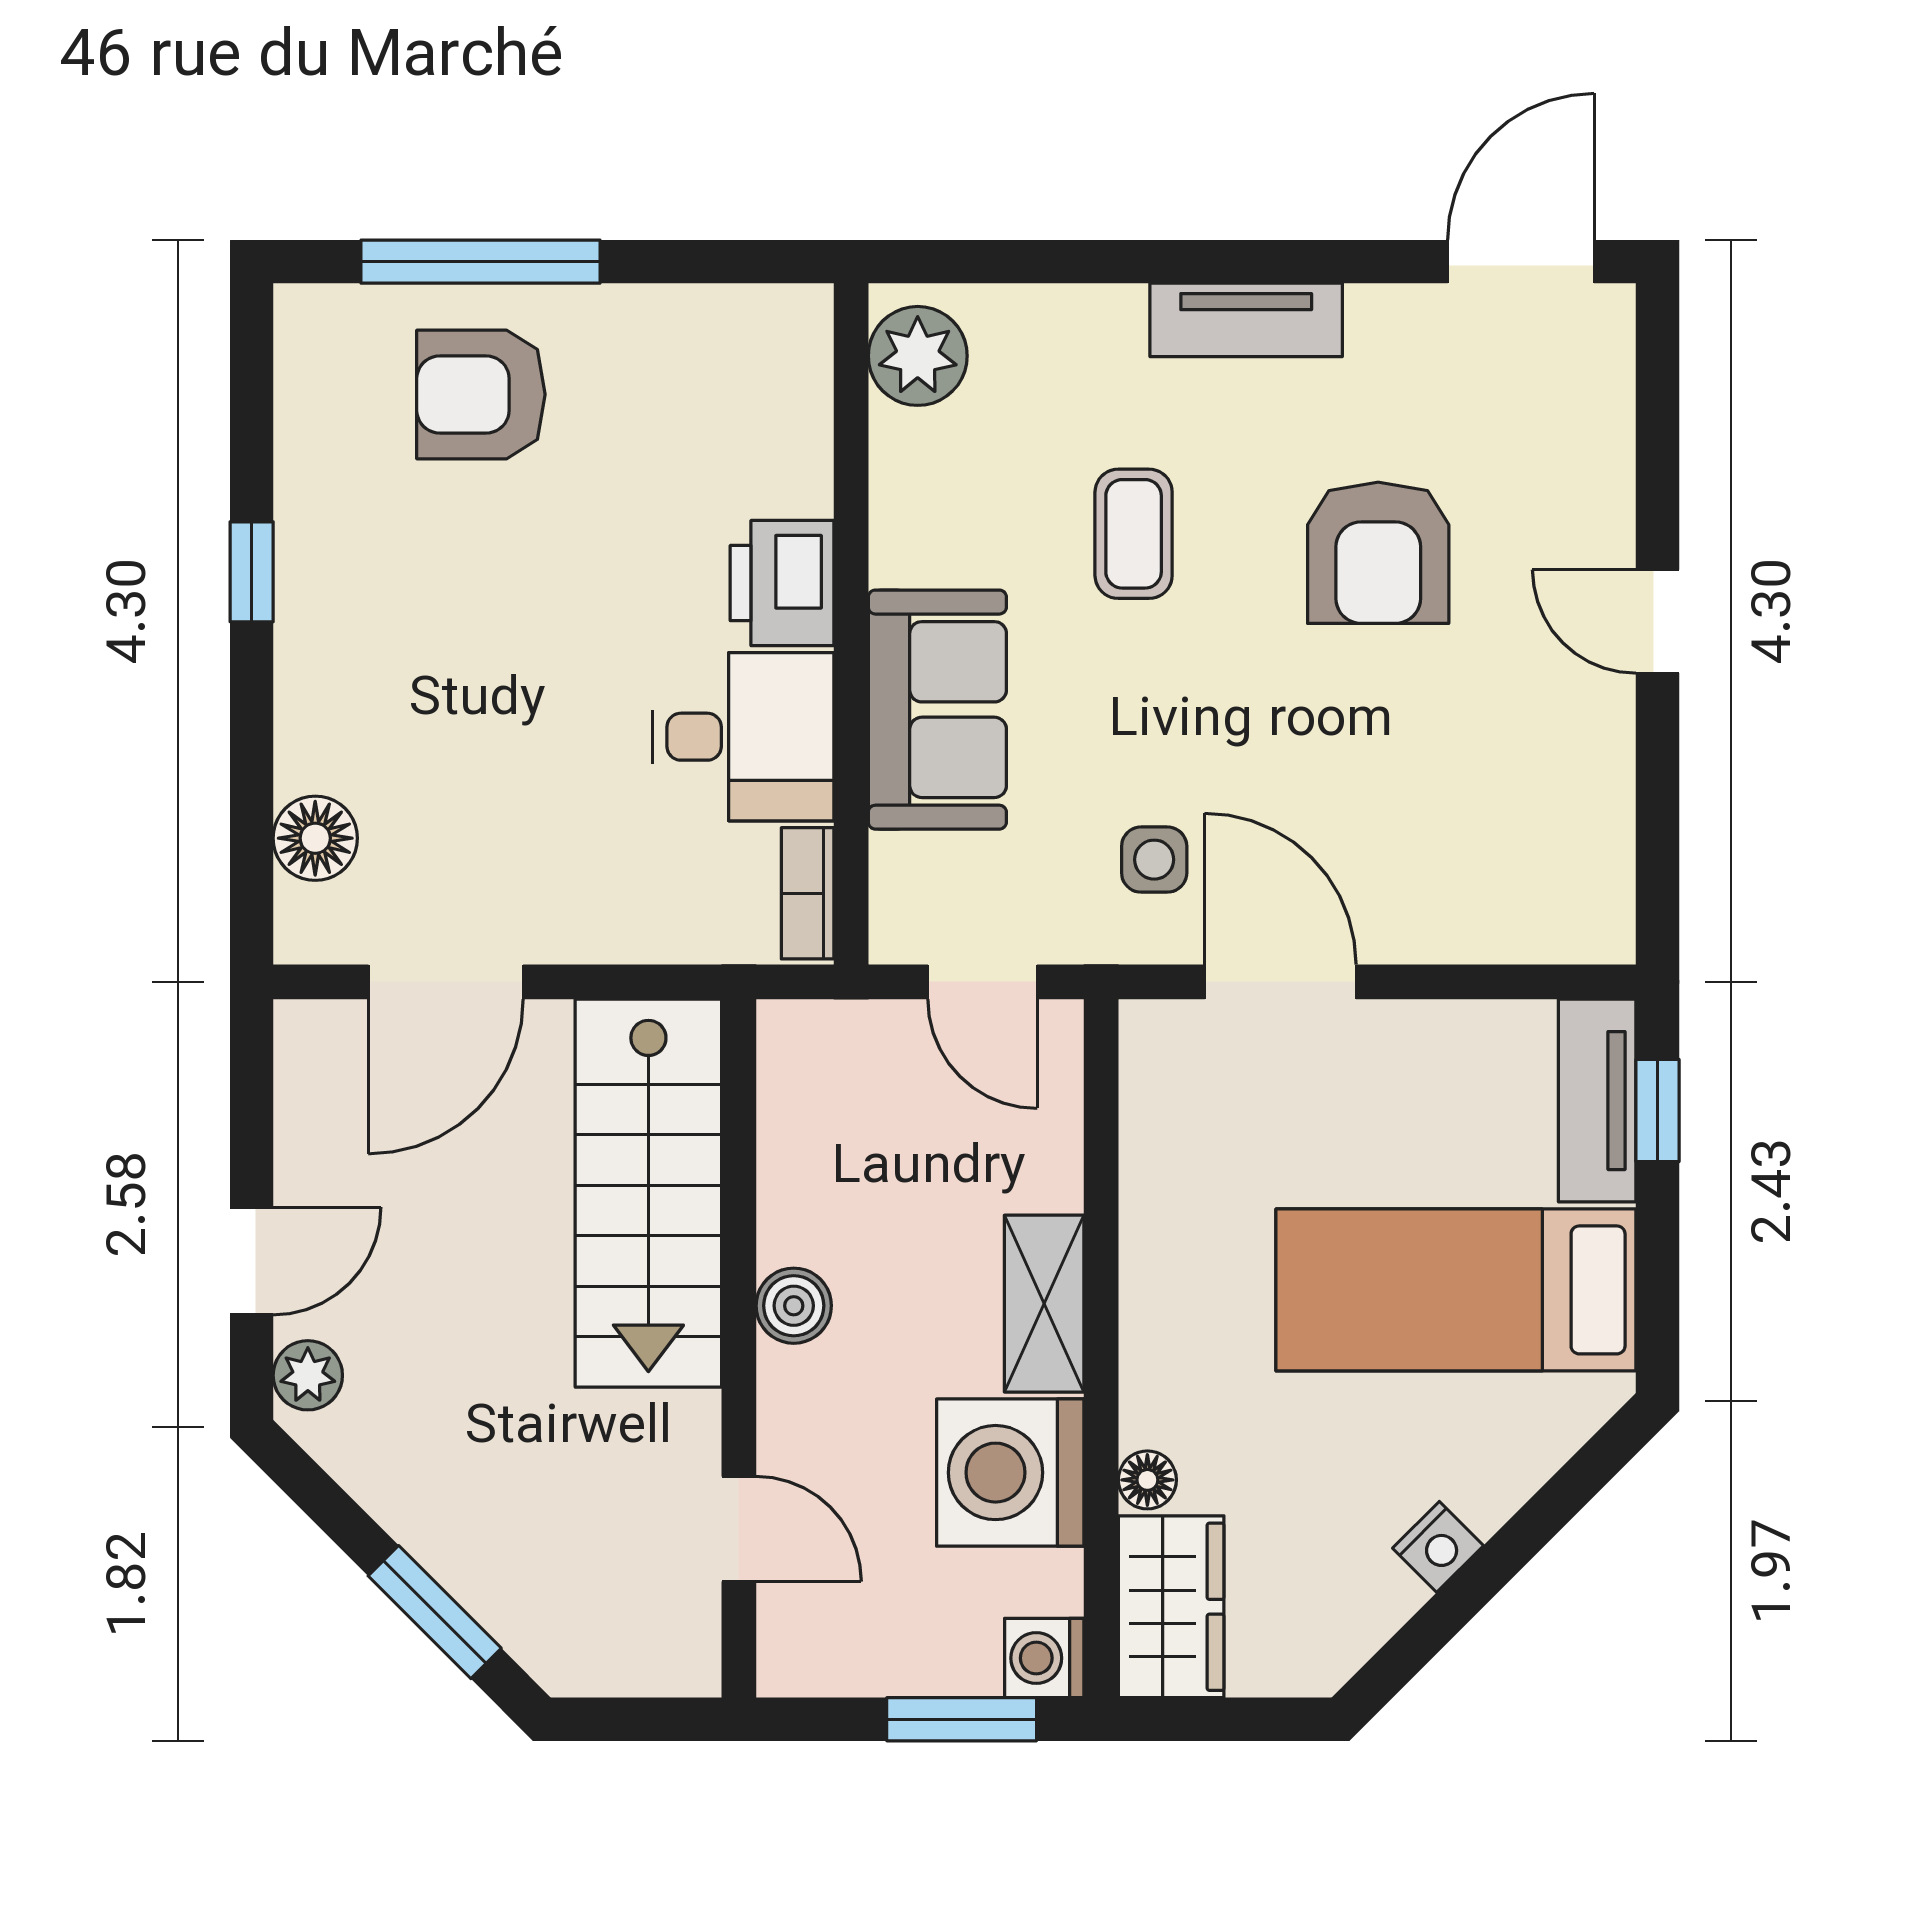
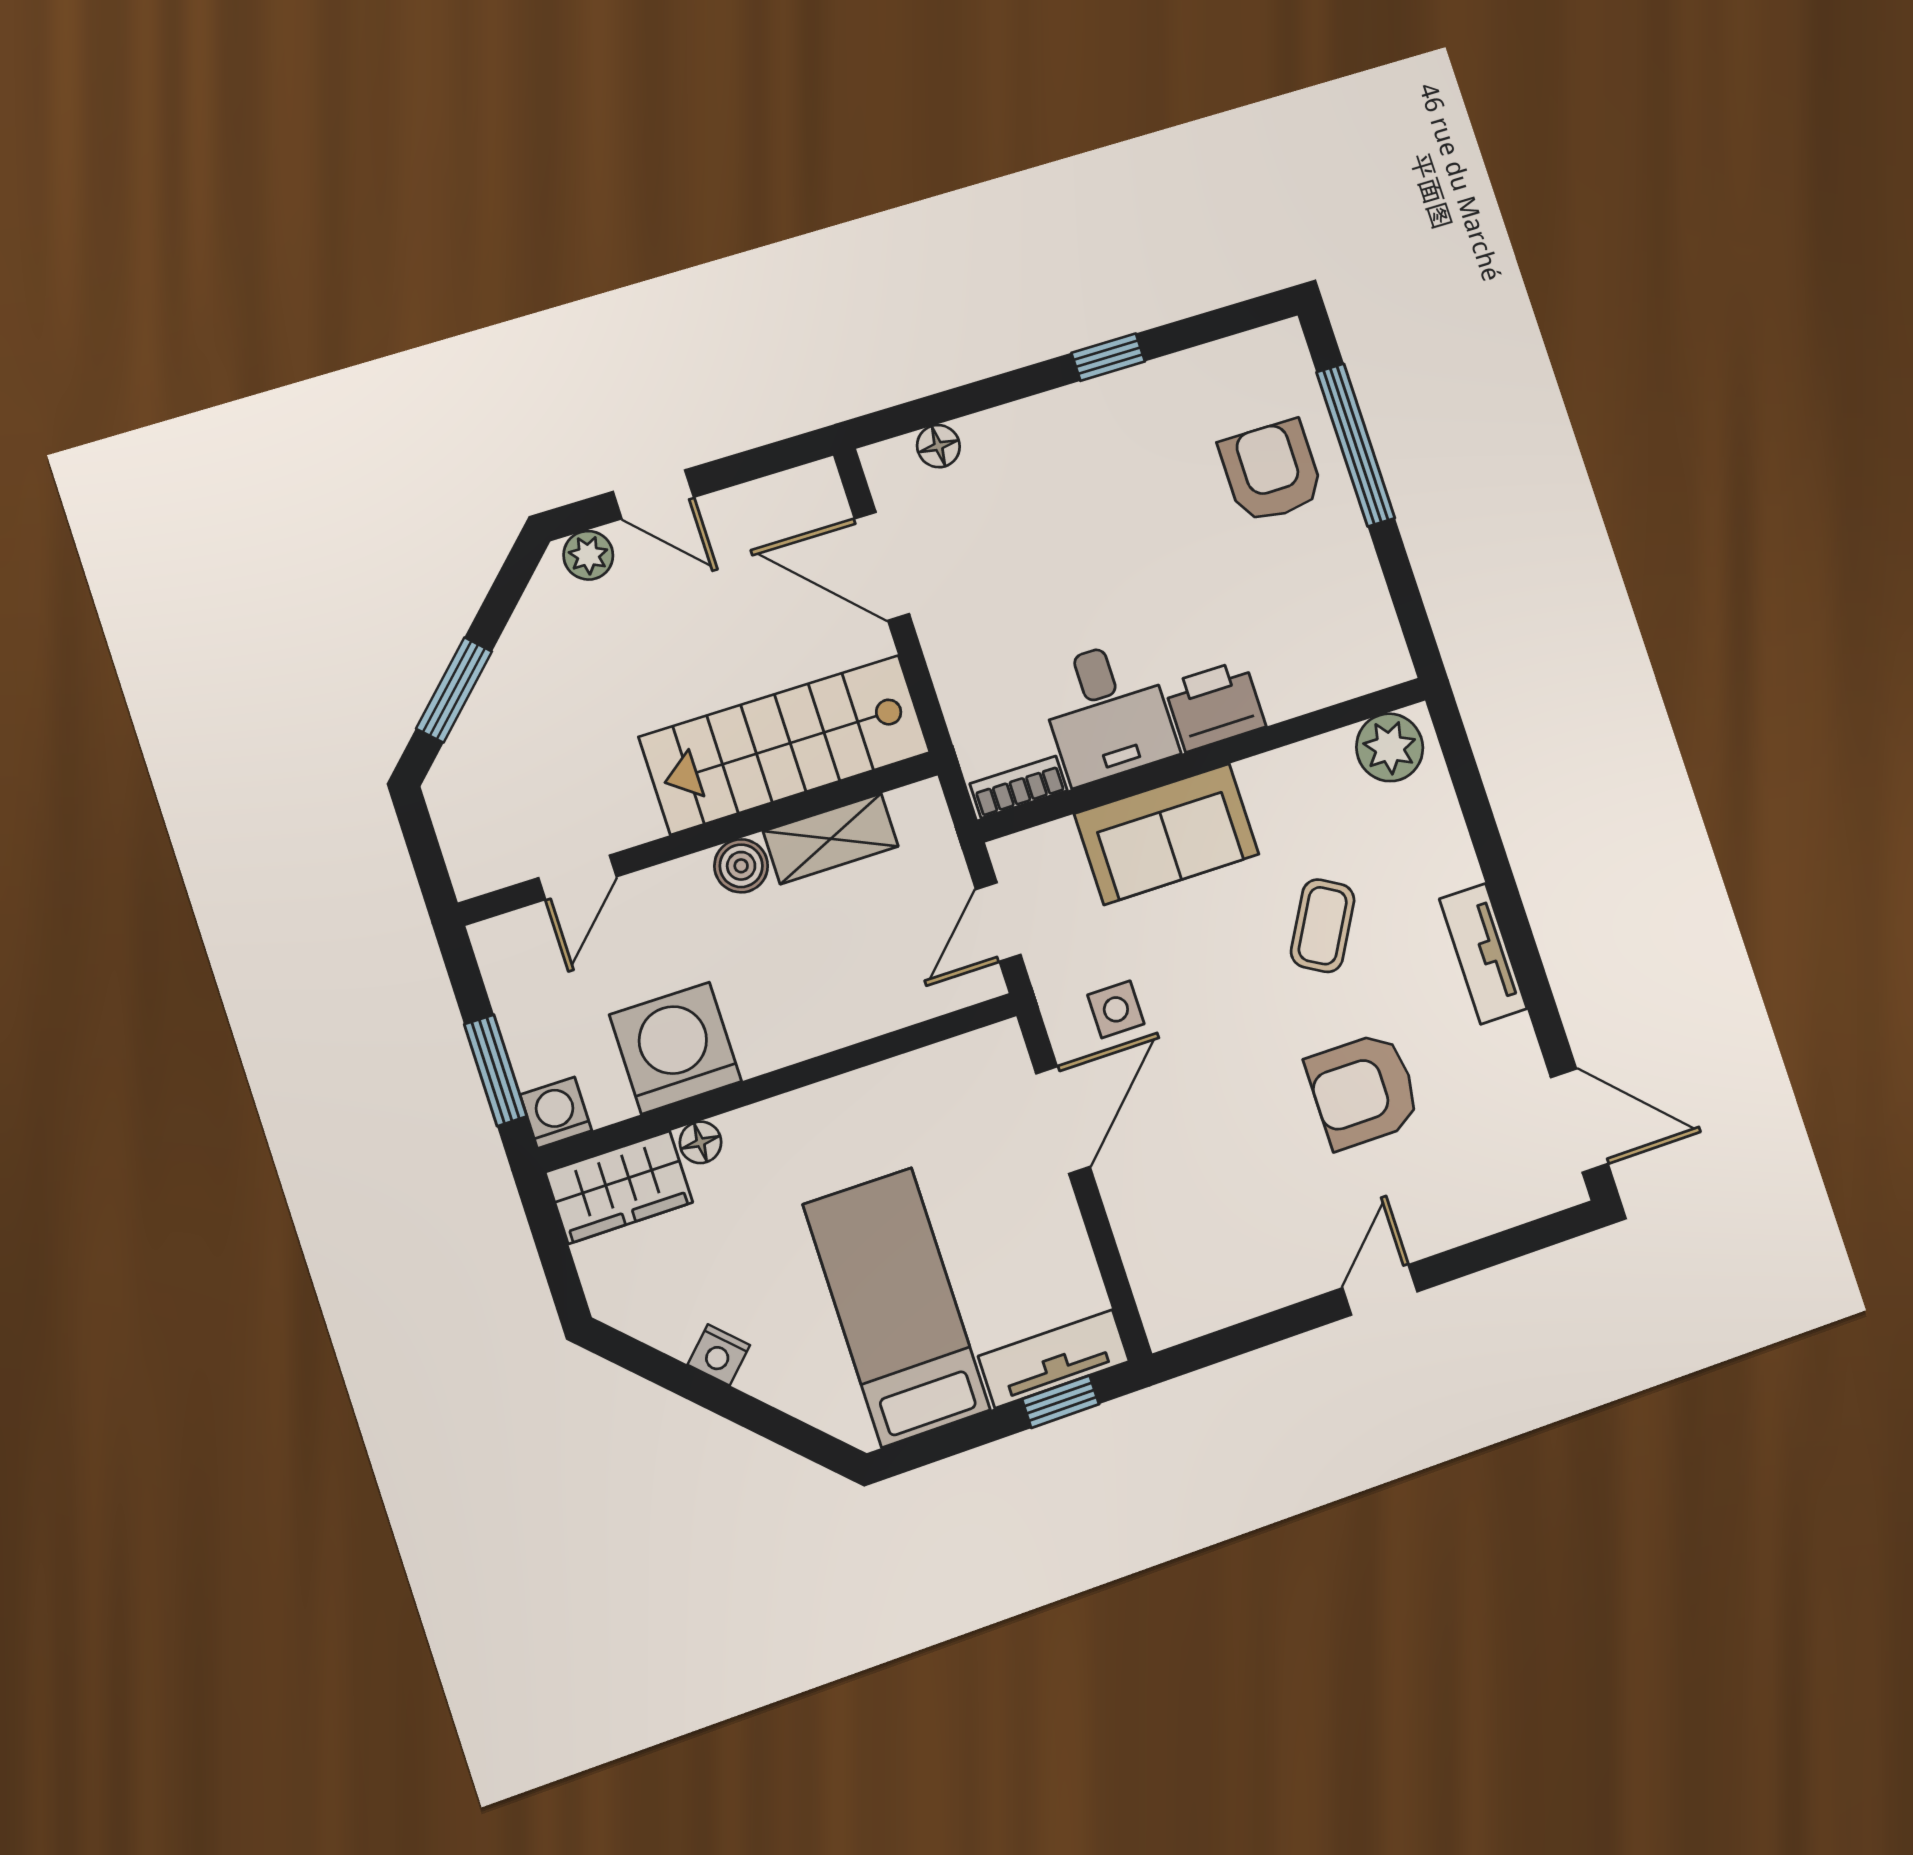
coffee table: (1134, 534) -> (1323, 926), turned -60
floor lamp: (315, 838) -> (938, 446), width x0.73, depth x0.73
shelving: (1044, 1304) -> (831, 839), moved

